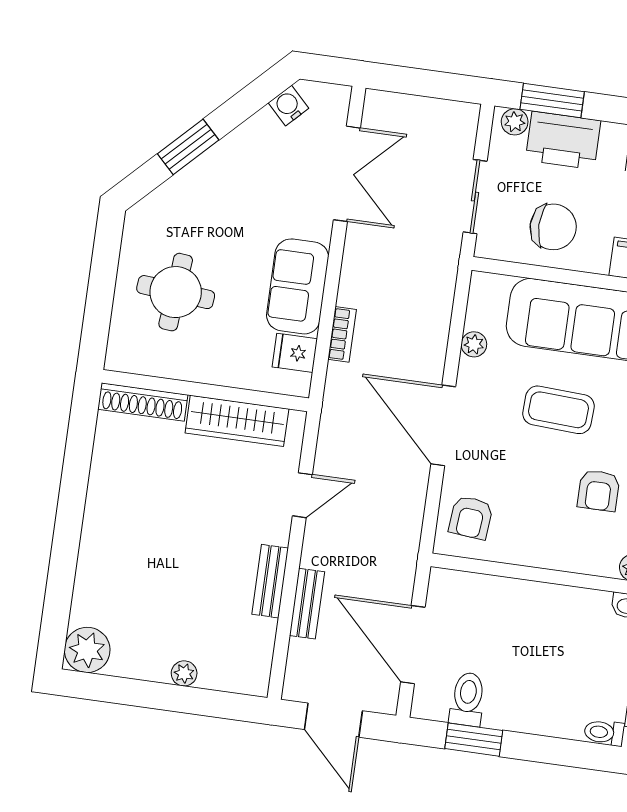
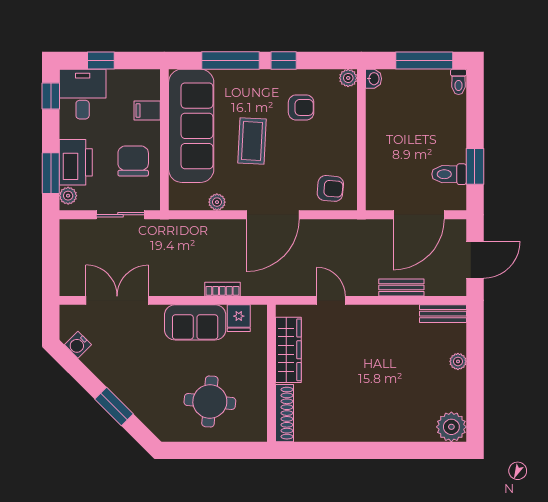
bench: (270, 581) -> (443, 314), moved

